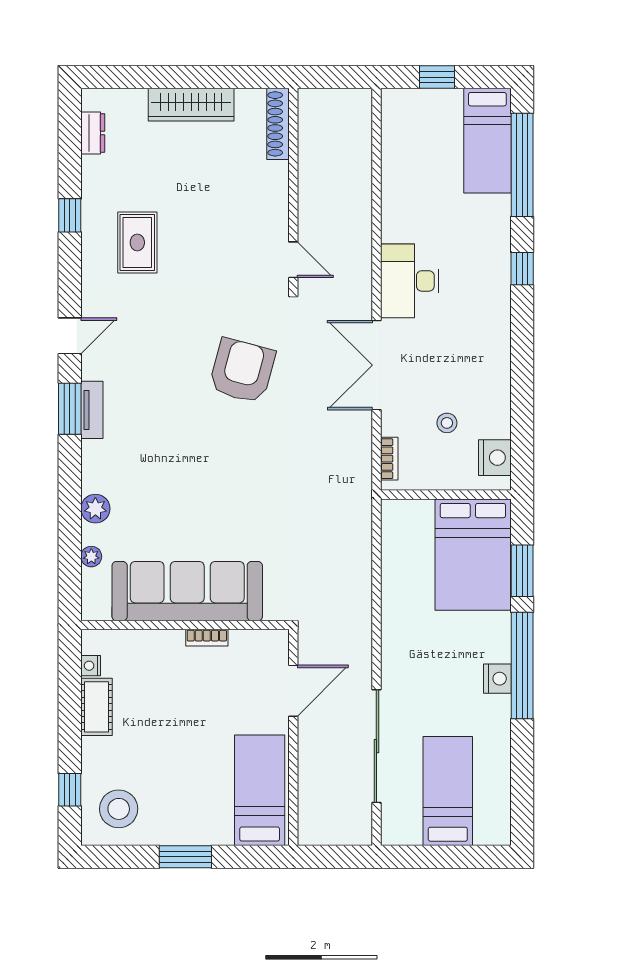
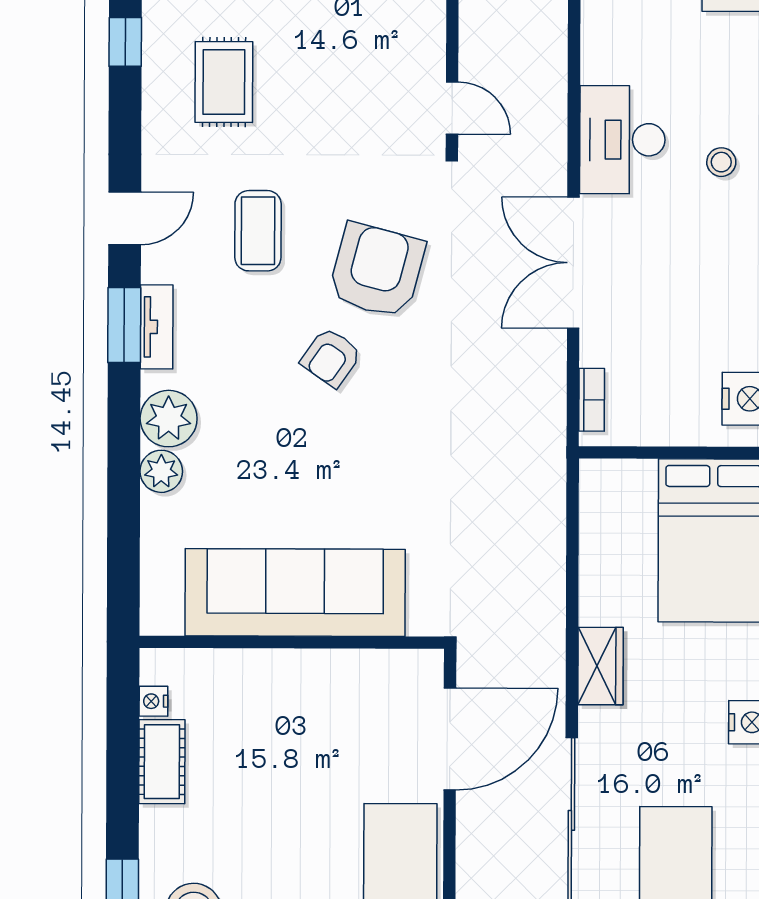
coffee table: (161, 344) -> (258, 231), added
stool: (447, 423) -> (721, 162), moved
armchair: (211, 430) -> (331, 357), added
plant: (91, 557) -> (169, 419), moved, width x1.88, depth x1.88
bookcase: (207, 638) -> (324, 661), removed
wardrobe: (396, 641) -> (601, 666), added
door: (293, 691) -> (450, 739), width x1.36

